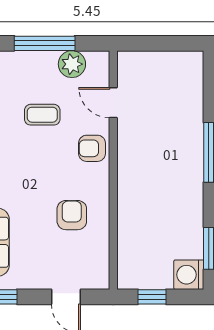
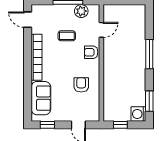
door: (113, 103) -> (101, 30), swing flipped

